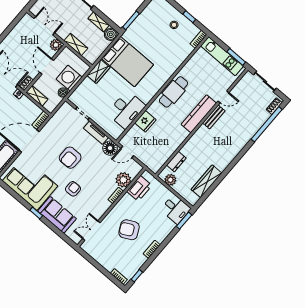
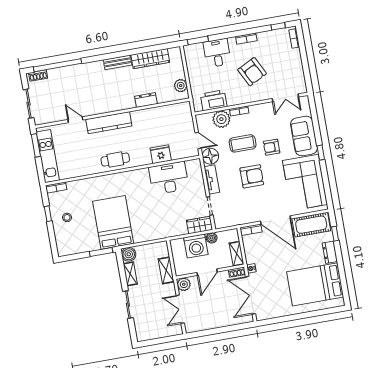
bed: (127, 62) -> (113, 222), moved
wardrobe: (98, 71) -> (200, 225), moved
cafe table: (174, 92) -> (115, 160), width x0.73, depth x0.74
bench: (214, 117) -> (118, 62), moved
dresser: (176, 162) -> (146, 100), moved
coffee table: (95, 175) -> (243, 143), added
desk: (176, 209) -> (217, 53), moved

